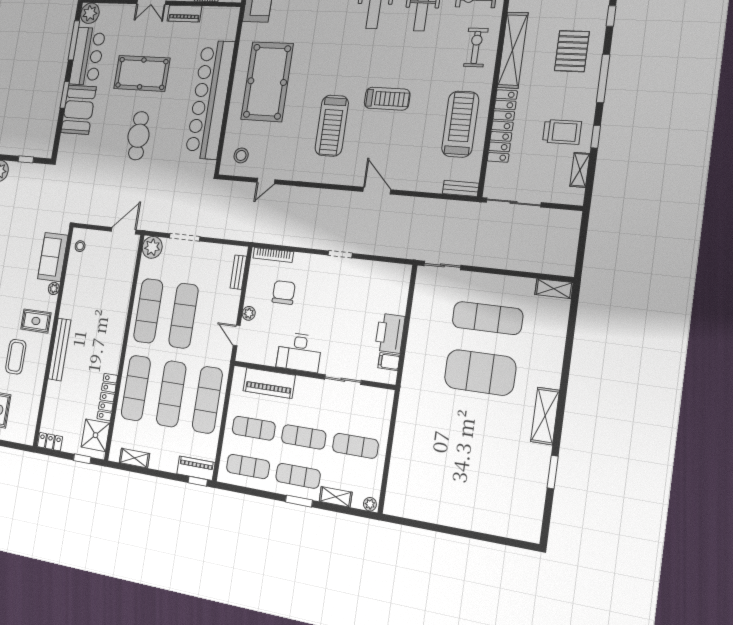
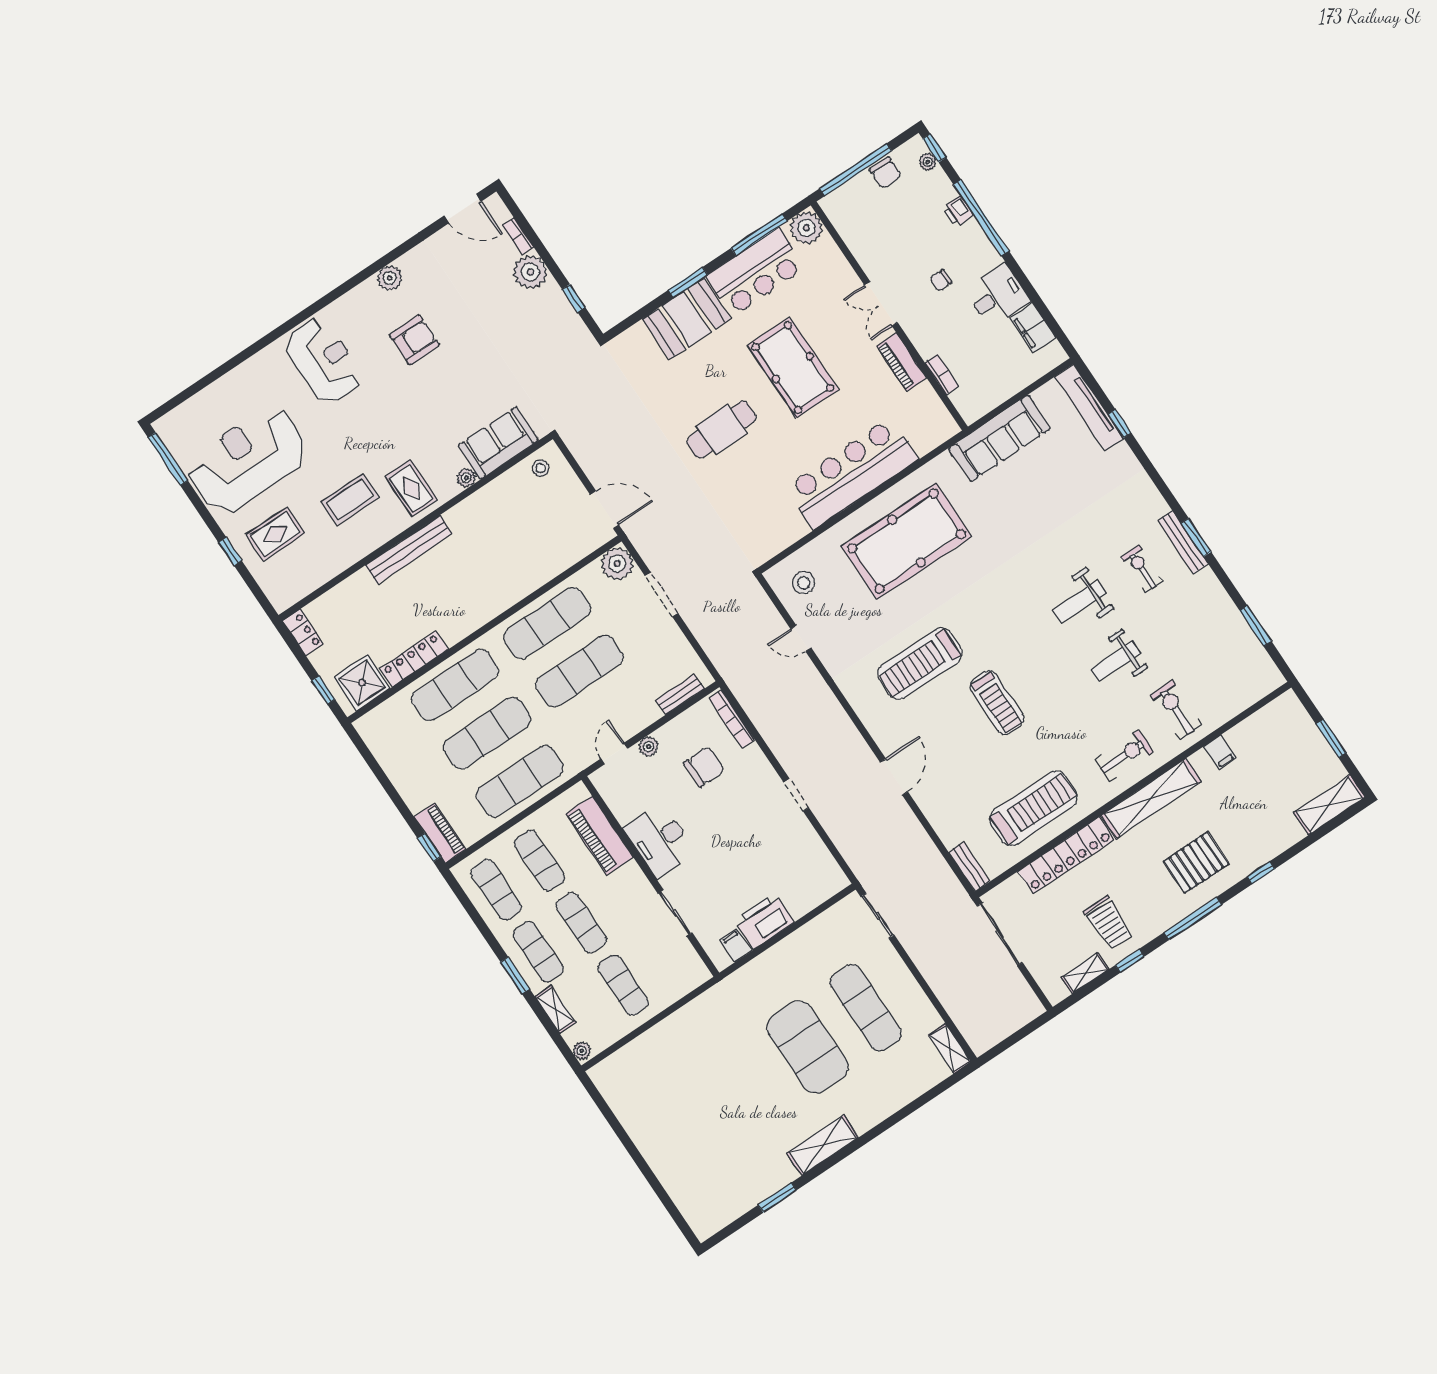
bar counter: (210, 100) -> (852, 473), width x0.73
shelving: (134, 458) -> (383, 752), removed

